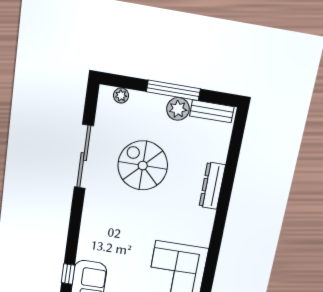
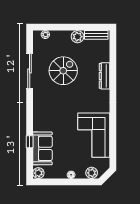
window: (173, 90) -> (73, 27), removed
spiral stairs: (143, 166) -> (63, 71), turned 90

